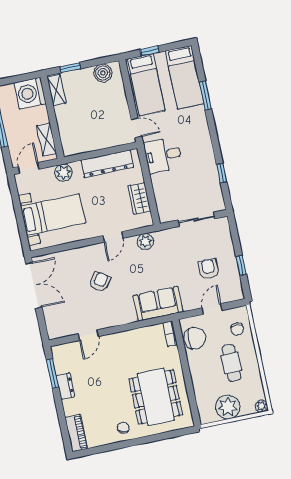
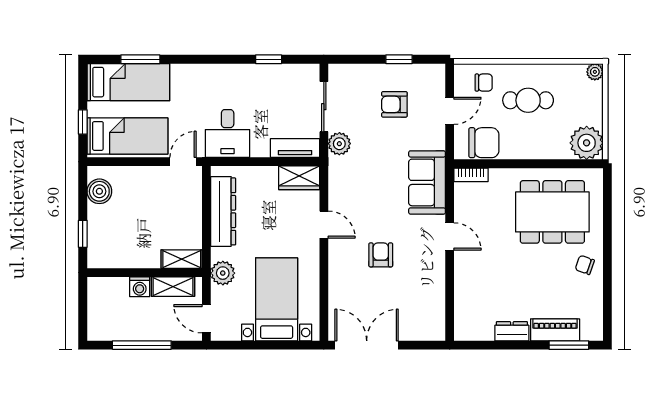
shelving: (56, 90) -> (182, 259), moved
washing machine: (30, 93) -> (140, 287), moved, width x0.53, depth x0.53
window: (205, 95) -> (140, 59), moved
wardrobe: (139, 198) -> (299, 178), moved
tv unit: (163, 205) -> (295, 148), added
plant: (145, 242) -> (339, 144), moved
armchair: (100, 282) -> (381, 255), turned 55
door: (212, 309) -> (450, 111), swing flipped
door: (88, 335) -> (450, 236), moved
chair: (195, 338) -> (484, 143), turned 90
window: (52, 373) -> (569, 345), moved
plant: (228, 407) -> (587, 143), moved
piano: (76, 433) -> (555, 330), moved

